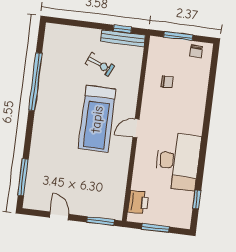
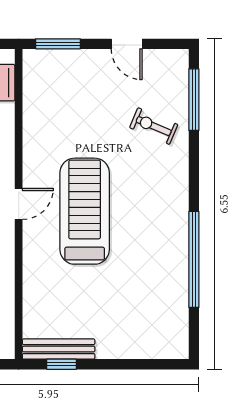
exercise bike: (100, 64) -> (154, 126), moved

